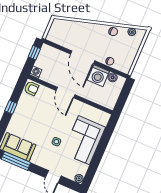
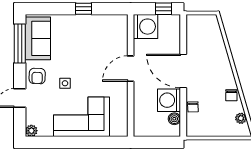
door: (83, 57) -> (183, 71), hinge flipped
washing machine: (36, 72) -> (146, 27), width x1.89, depth x1.89
armchair: (31, 88) -> (37, 76), moved

